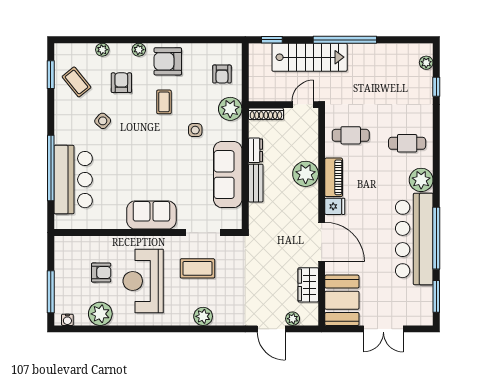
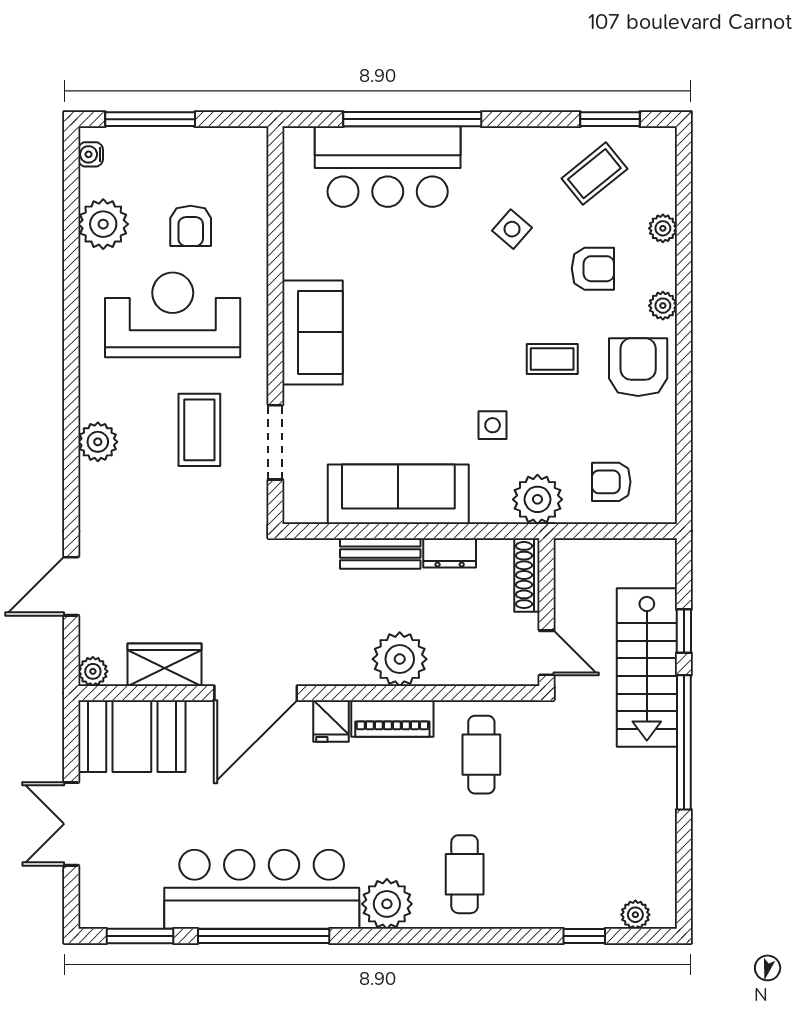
window: (272, 40) -> (684, 631), moved
plant: (293, 319) -> (93, 671), moved

